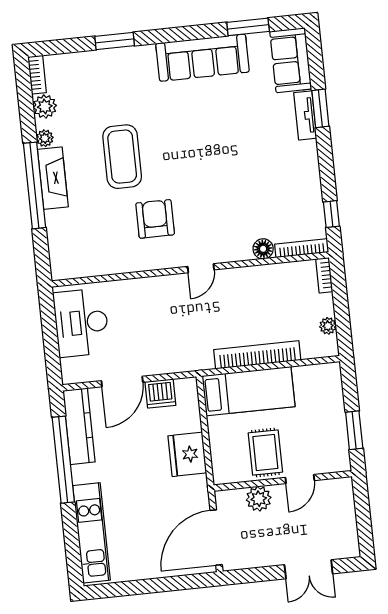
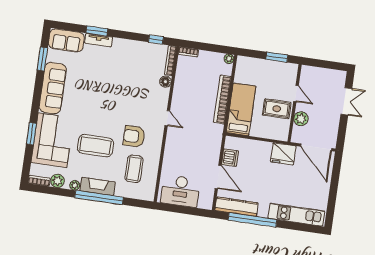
corner sofa: (113, 80) -> (52, 140), added
coffee table: (99, 233) -> (134, 169), added
plant: (328, 326) -> (229, 59), moved
fridge: (187, 454) -> (283, 154), moved

